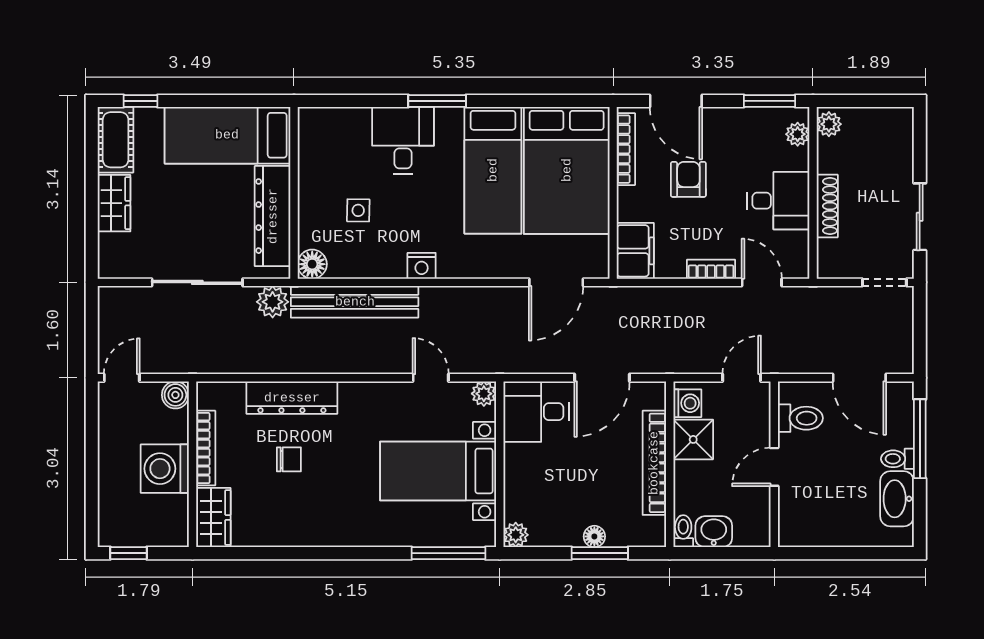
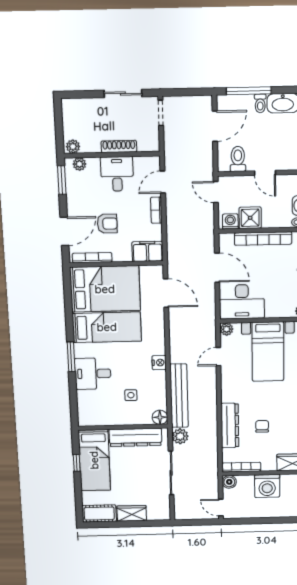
window: (140, 101) -> (77, 463), moved
armchair: (688, 179) -> (107, 224), turned 180
desk: (536, 412) -> (242, 302), width x1.37
bookcase: (206, 448) -> (241, 467), moved

